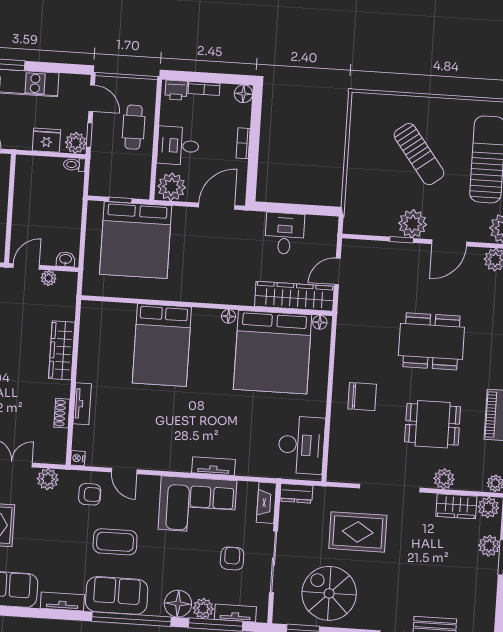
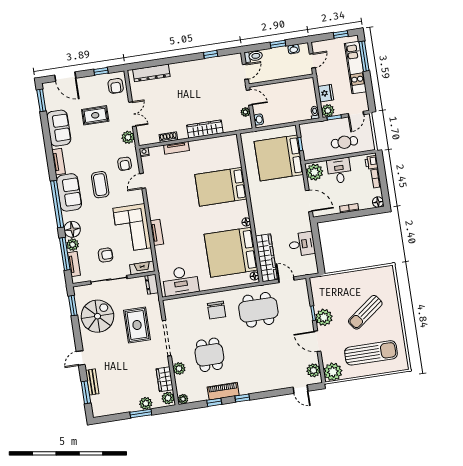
dining table: (431, 341) -> (258, 310), moved, turned 90

